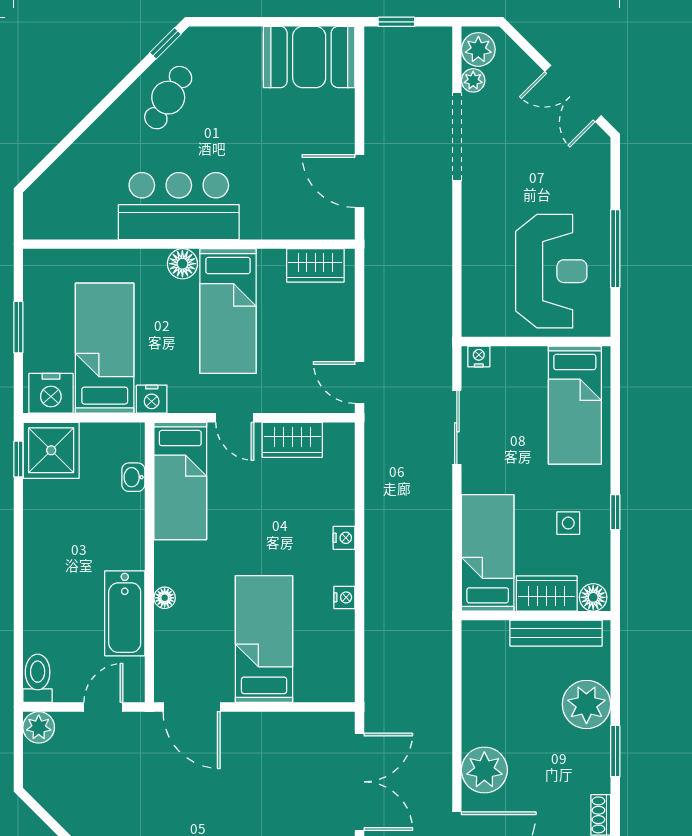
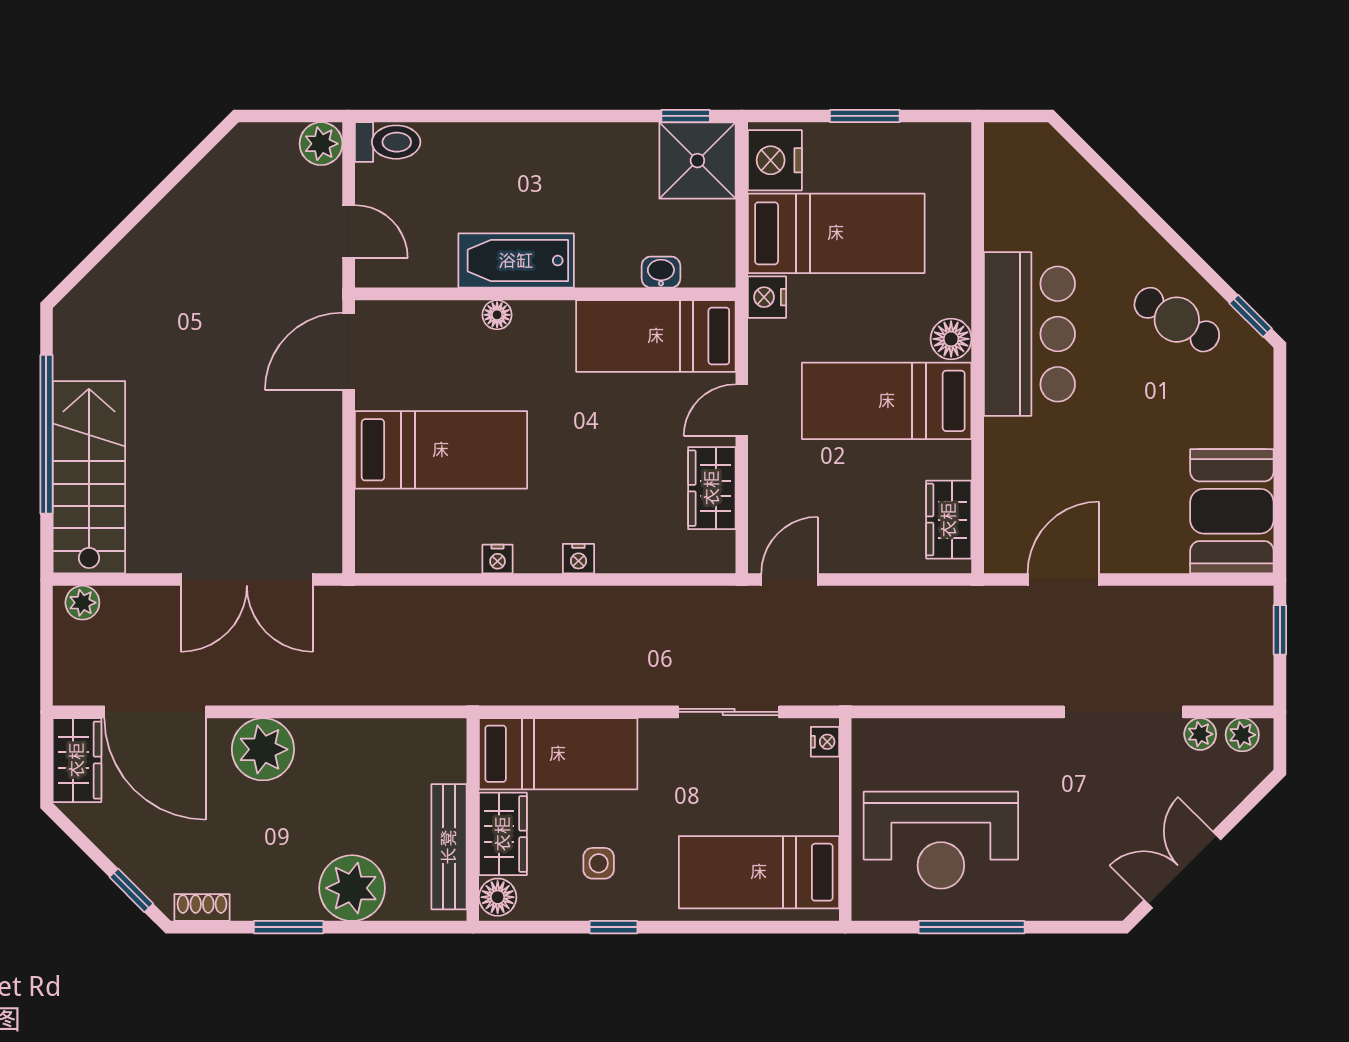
plant: (478, 49) -> (1242, 735), width x0.73, depth x0.73
bathtub: (125, 613) -> (516, 261), moved

